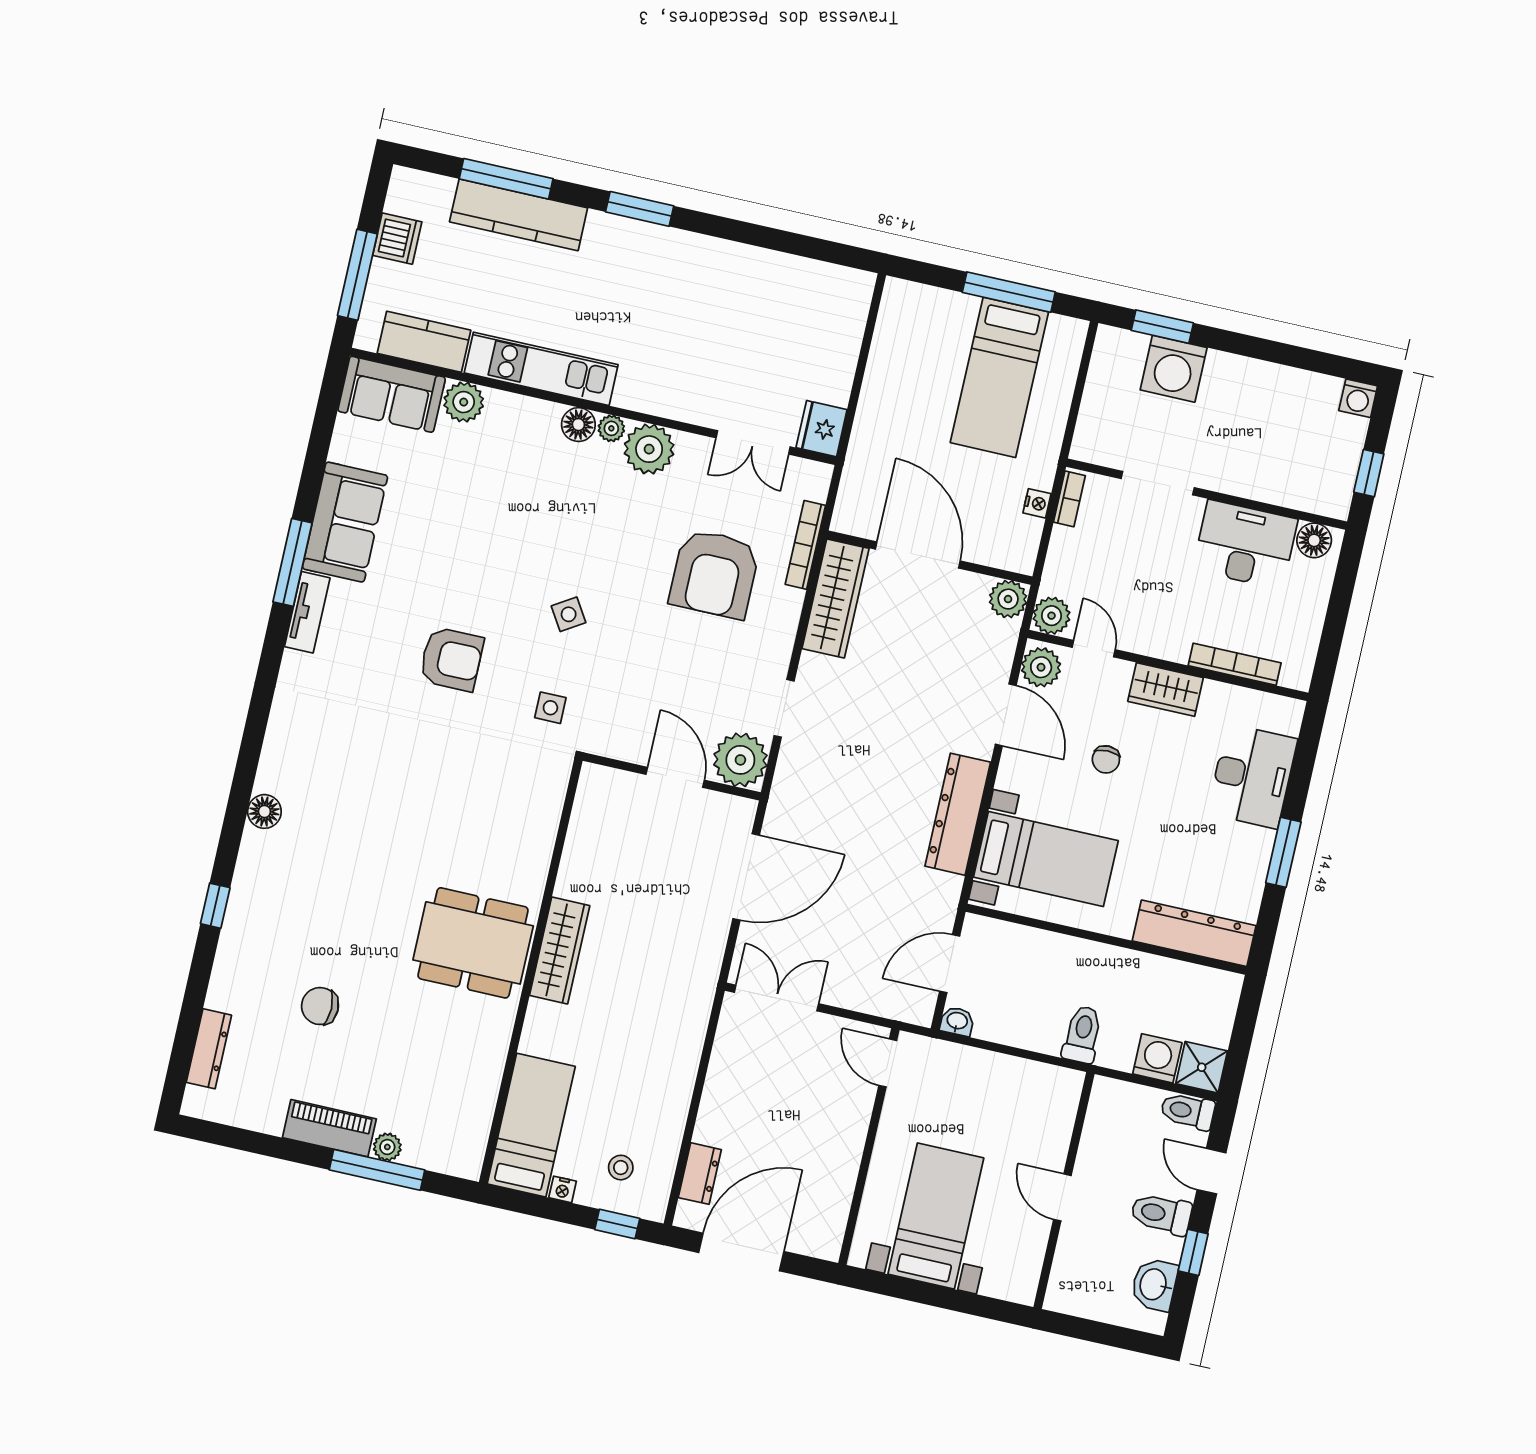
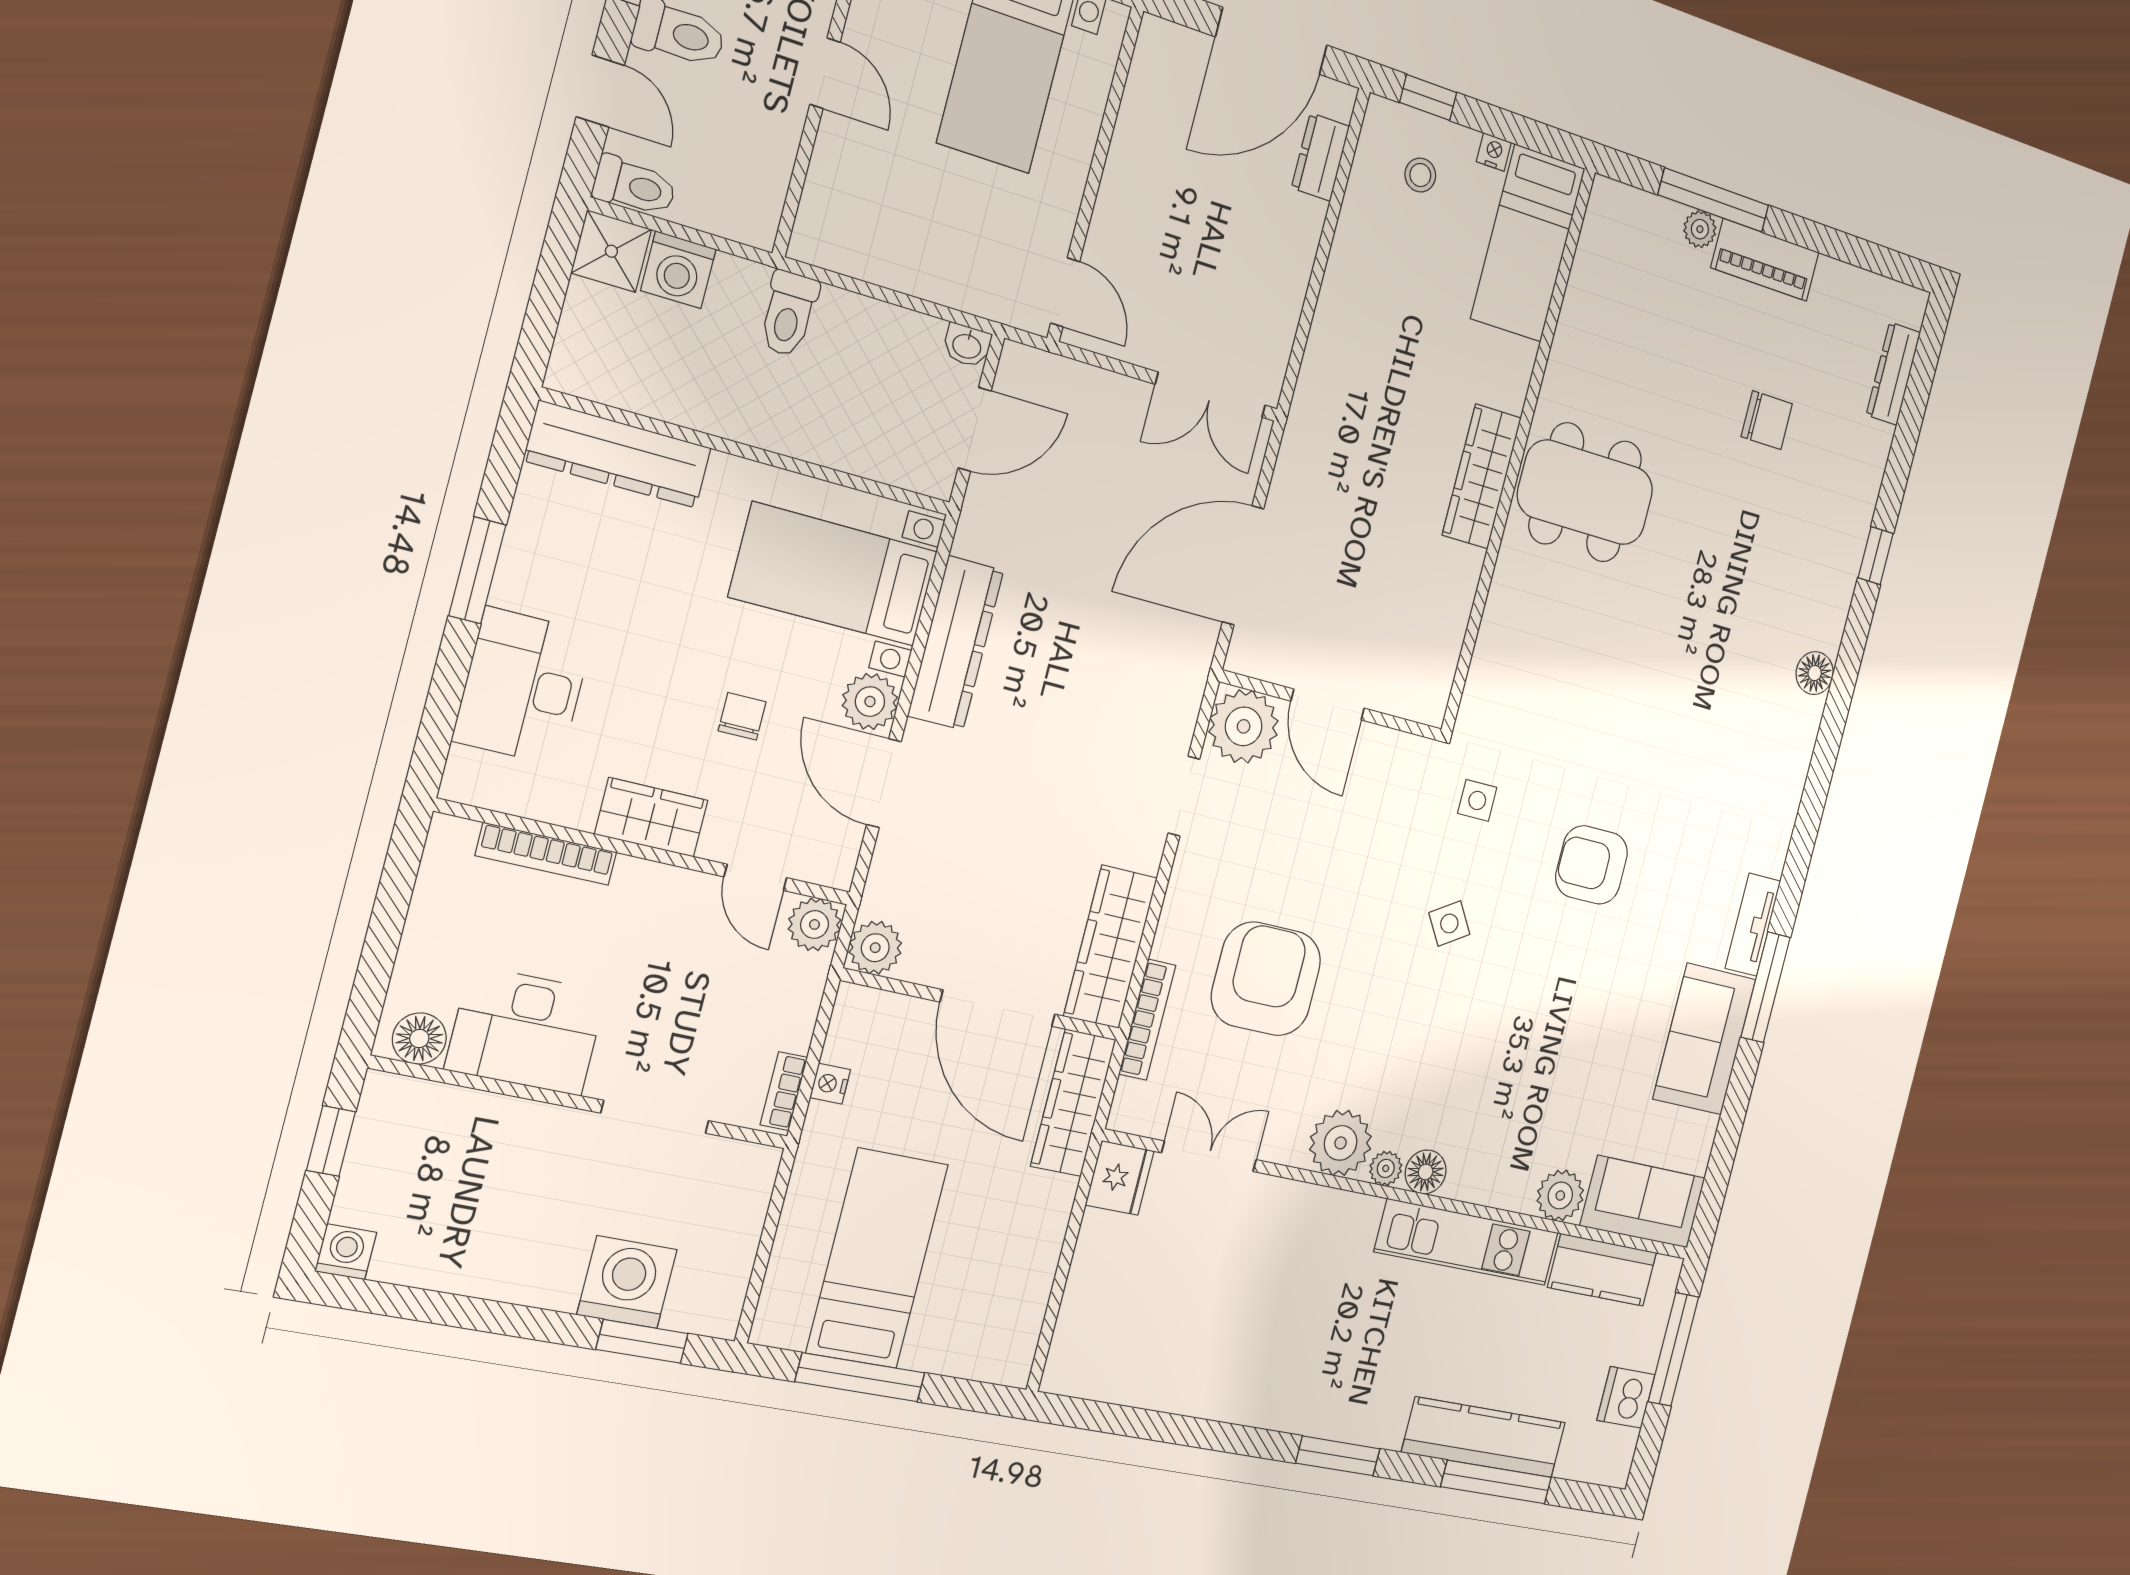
wardrobe: (859, 485) -> (1073, 1103), added
plant: (1041, 667) -> (870, 702), moved

